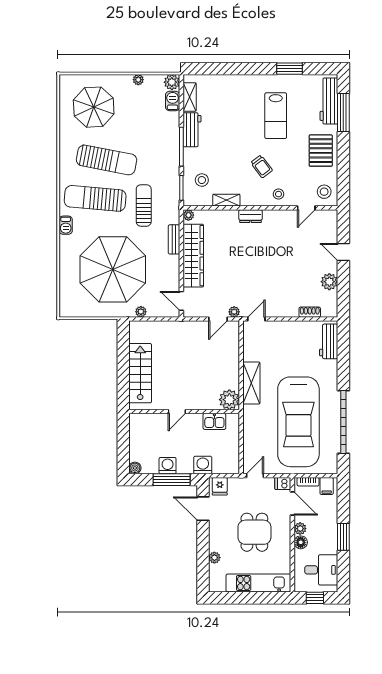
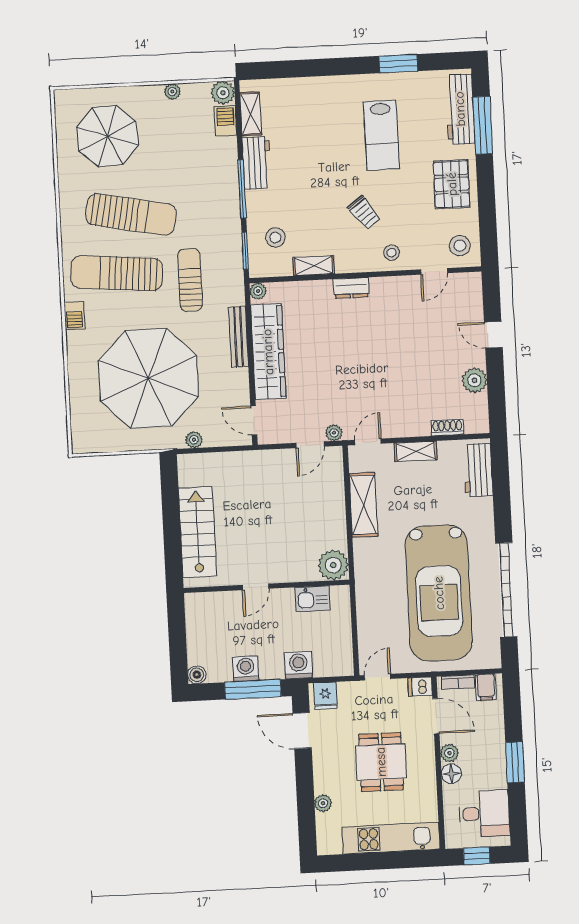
bench: (174, 239) -> (239, 337), width x1.36
shelving: (288, 327) -> (416, 451), added
shelving: (251, 383) -> (363, 505), moved

